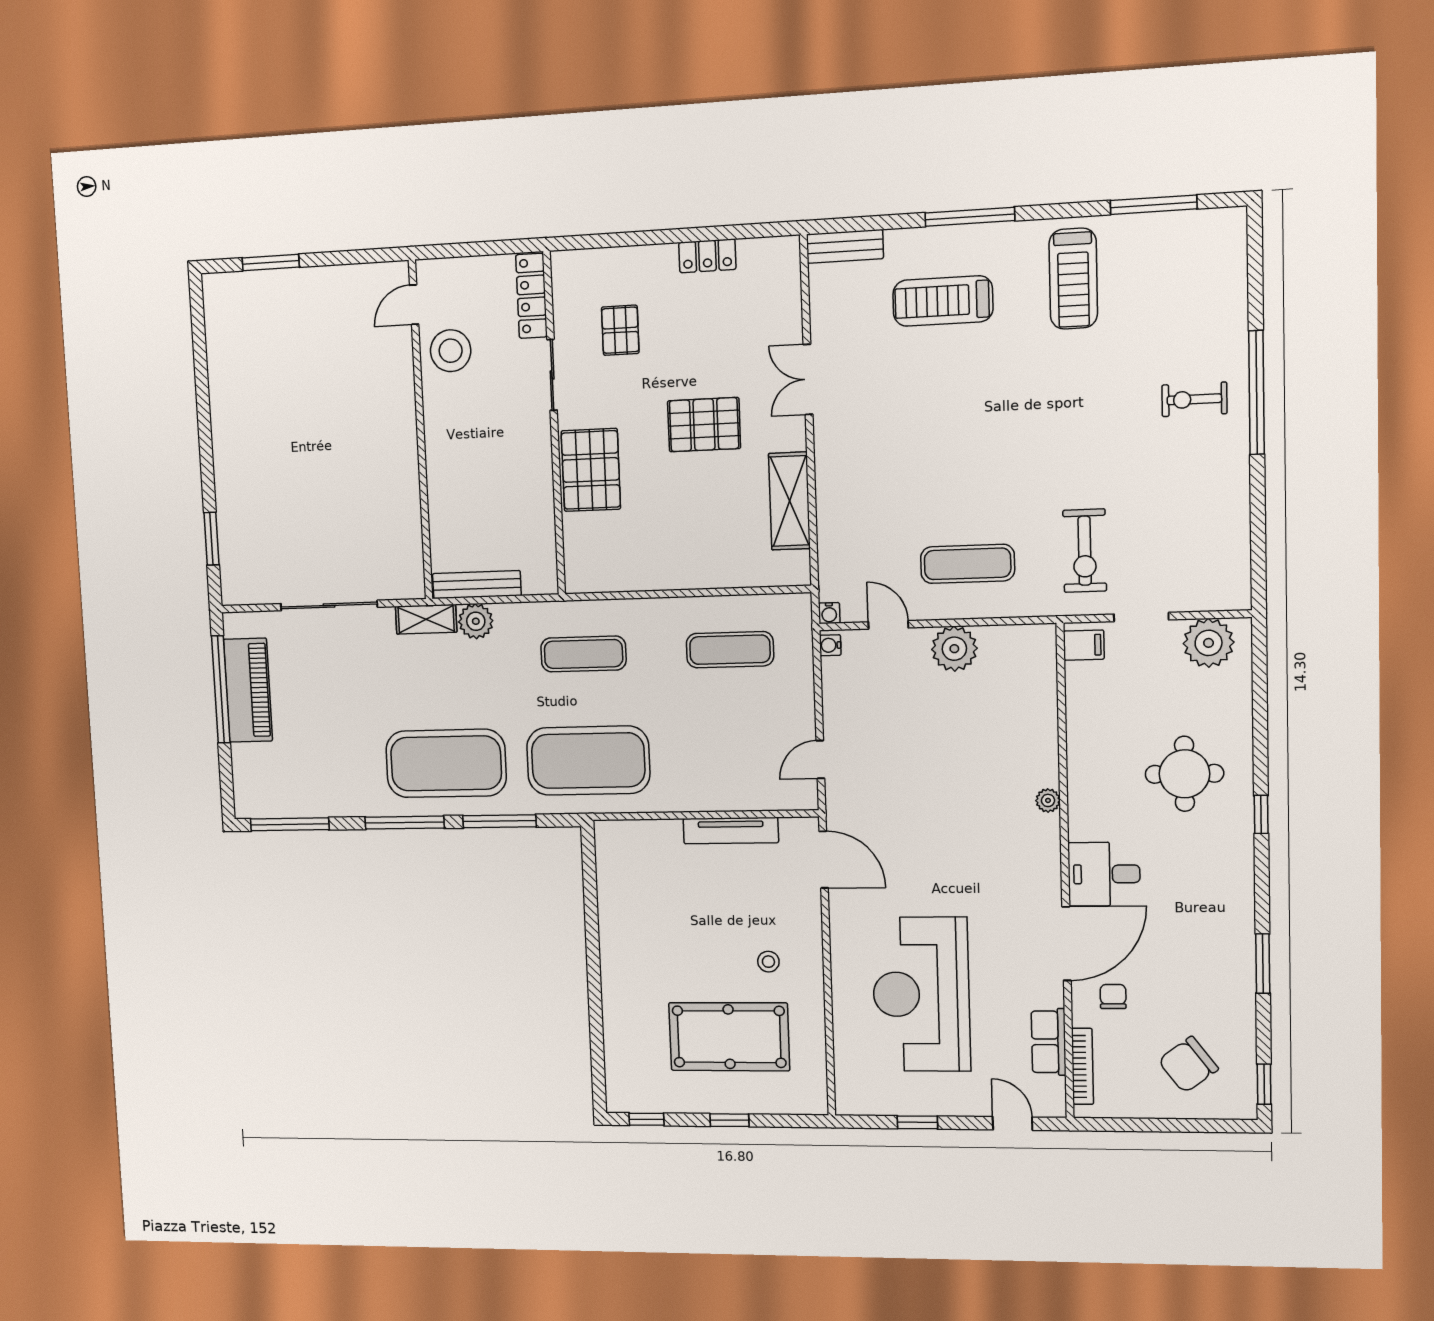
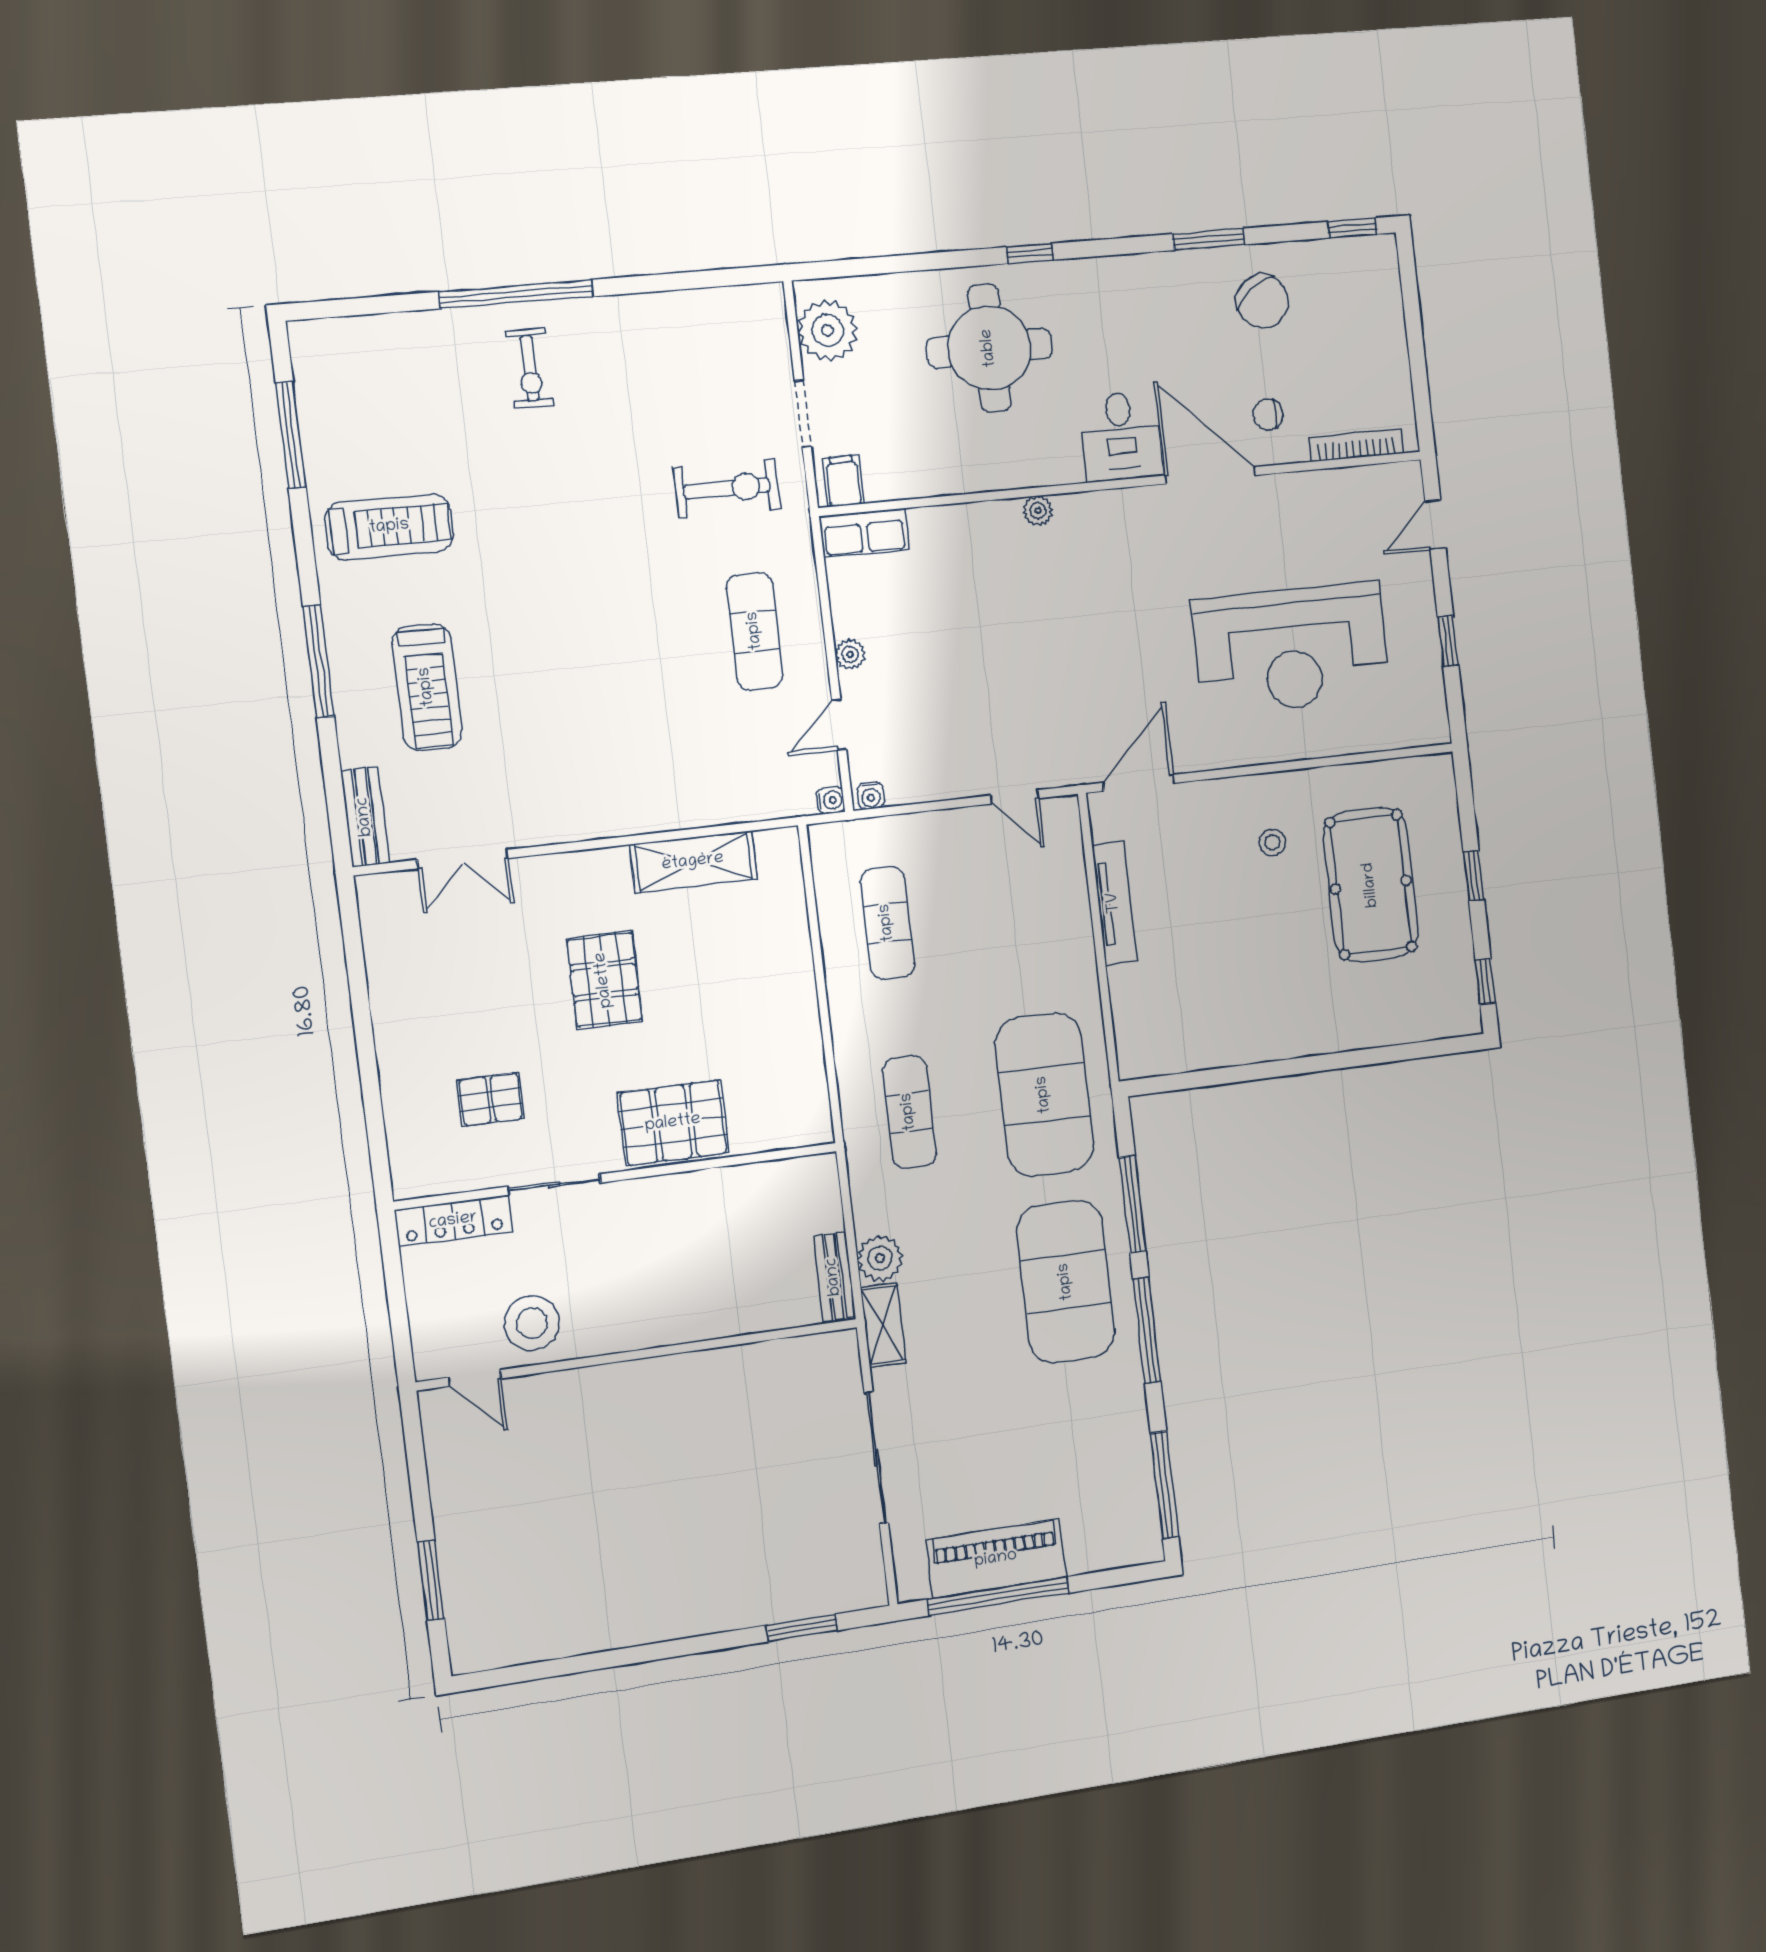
locker: (707, 256) -> (388, 993), removed
double door: (808, 379) -> (463, 859), moved
bench: (477, 585) -> (834, 1277), width x0.73
plant: (954, 649) -> (850, 654), width x0.53, depth x0.53
round table: (1184, 774) -> (989, 348), width x1.36, depth x1.36
row of seats: (1049, 1042) -> (864, 533), moved
chair: (1188, 1065) -> (1262, 301), moved

